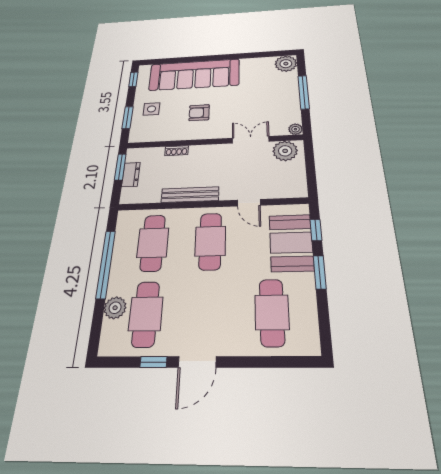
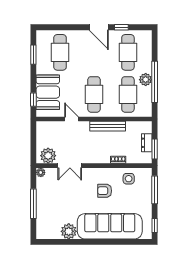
plant: (286, 64) -> (69, 231), moved
side table: (152, 109) -> (129, 179), moved
armchair: (199, 113) -> (105, 191), turned 180
window: (128, 118) -> (155, 190), width x1.44
window: (320, 272) -> (33, 55), moved
plant: (115, 308) -> (146, 80), moved
door: (197, 362) -> (99, 27), swing flipped

